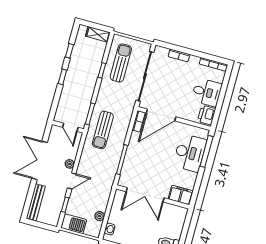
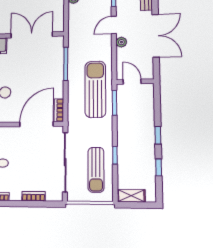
sun lounger: (103, 130) -> (95, 89), width x1.36, depth x1.34

